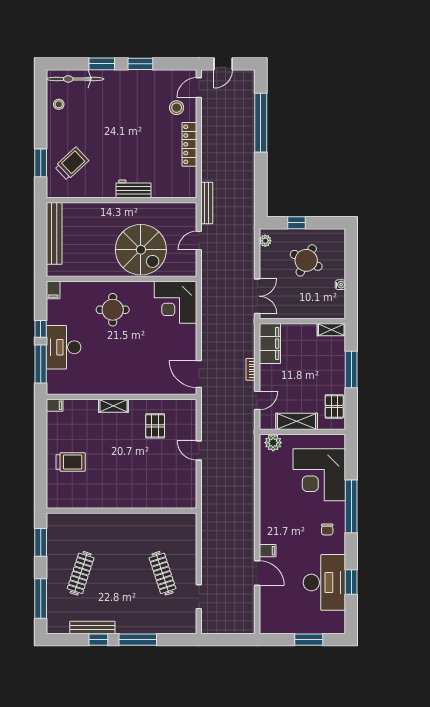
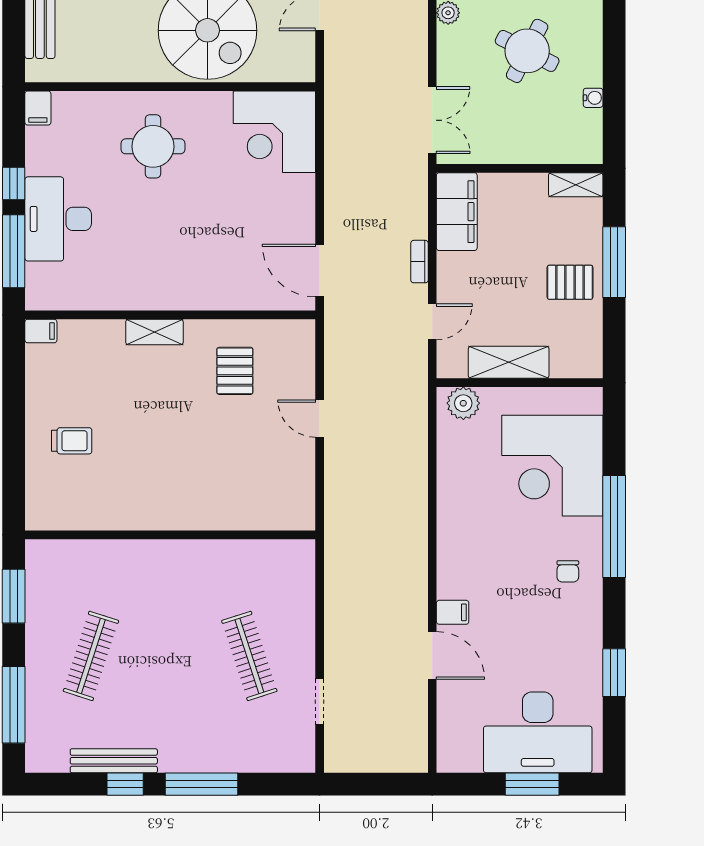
pallet: (334, 406) -> (570, 282), moved, turned 90
trolley: (71, 462) -> (72, 441), width x0.73, depth x0.72
desk: (324, 582) -> (538, 732), moved, turned 90

